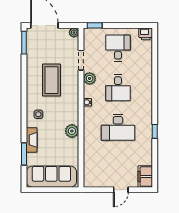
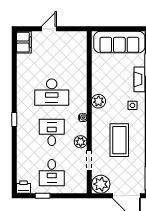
window: (95, 25) -> (43, 196), moved
plant: (74, 33) -> (101, 184), width x1.87, depth x1.87
desk: (118, 127) -> (52, 92), turned 180
plant: (72, 131) -> (99, 101), moved
window: (155, 131) -> (14, 119), moved

